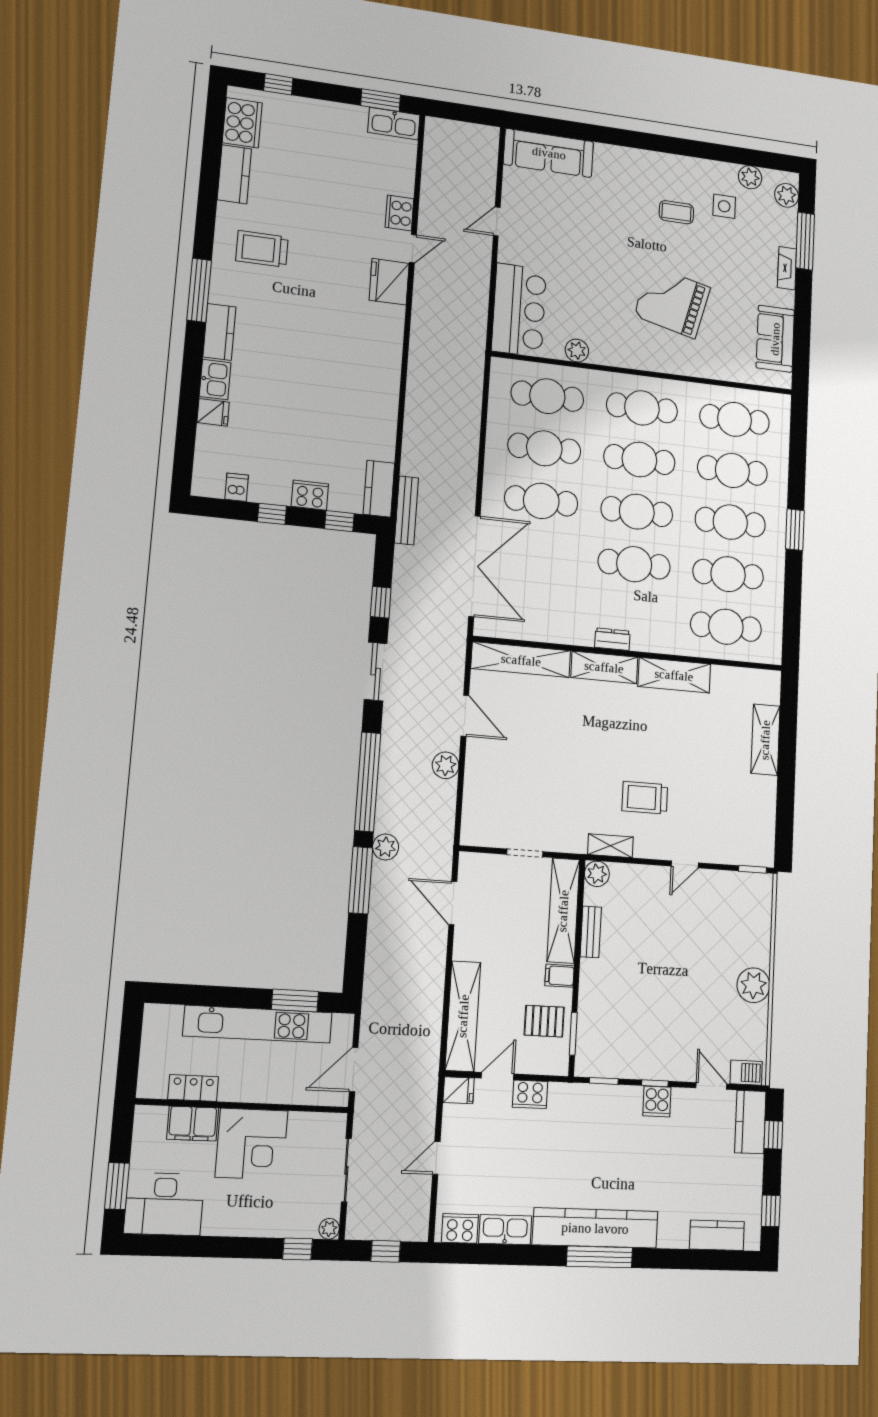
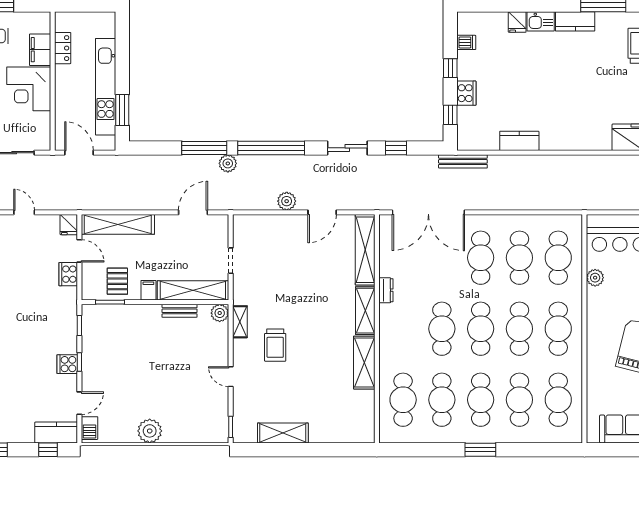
kitchen counter: (379, 489) -> (519, 141), moved
dresser: (612, 639) -> (386, 290), moved
shelving: (765, 740) -> (283, 433), moved
trolley: (645, 798) -> (275, 345), turned 180

